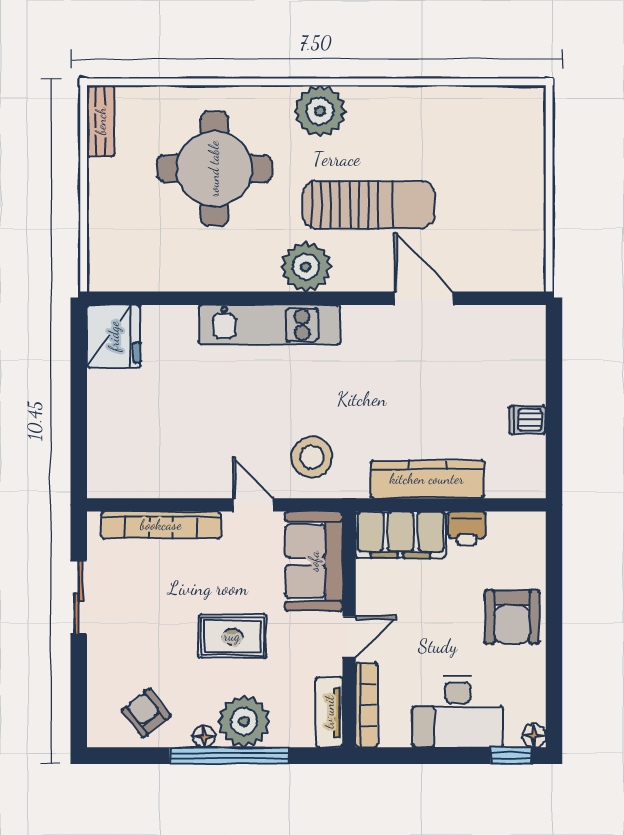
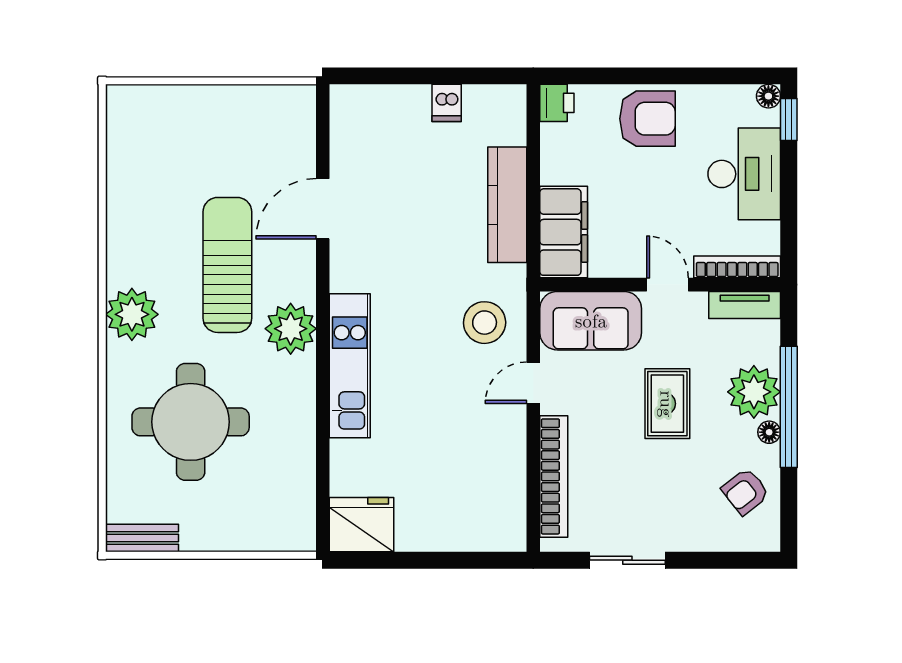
printer: (467, 528) -> (557, 103), moved

